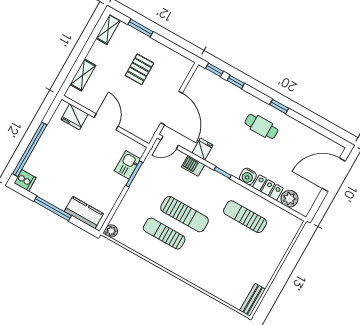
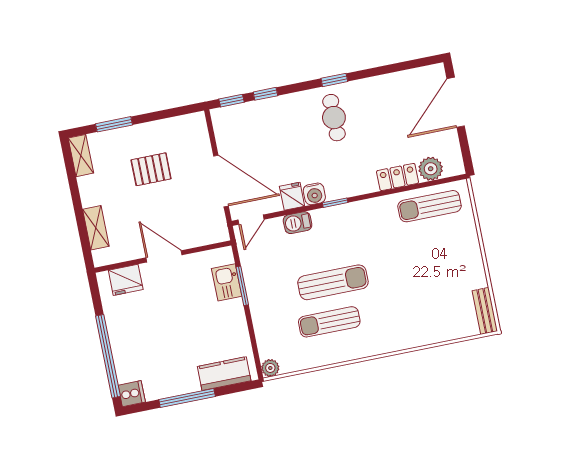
pallet: (139, 69) -> (151, 169), turned 90
cafe table: (261, 126) -> (334, 118), turned 90
water cooler: (248, 176) -> (314, 194), moved
sun lounger: (245, 217) -> (429, 206), moved

